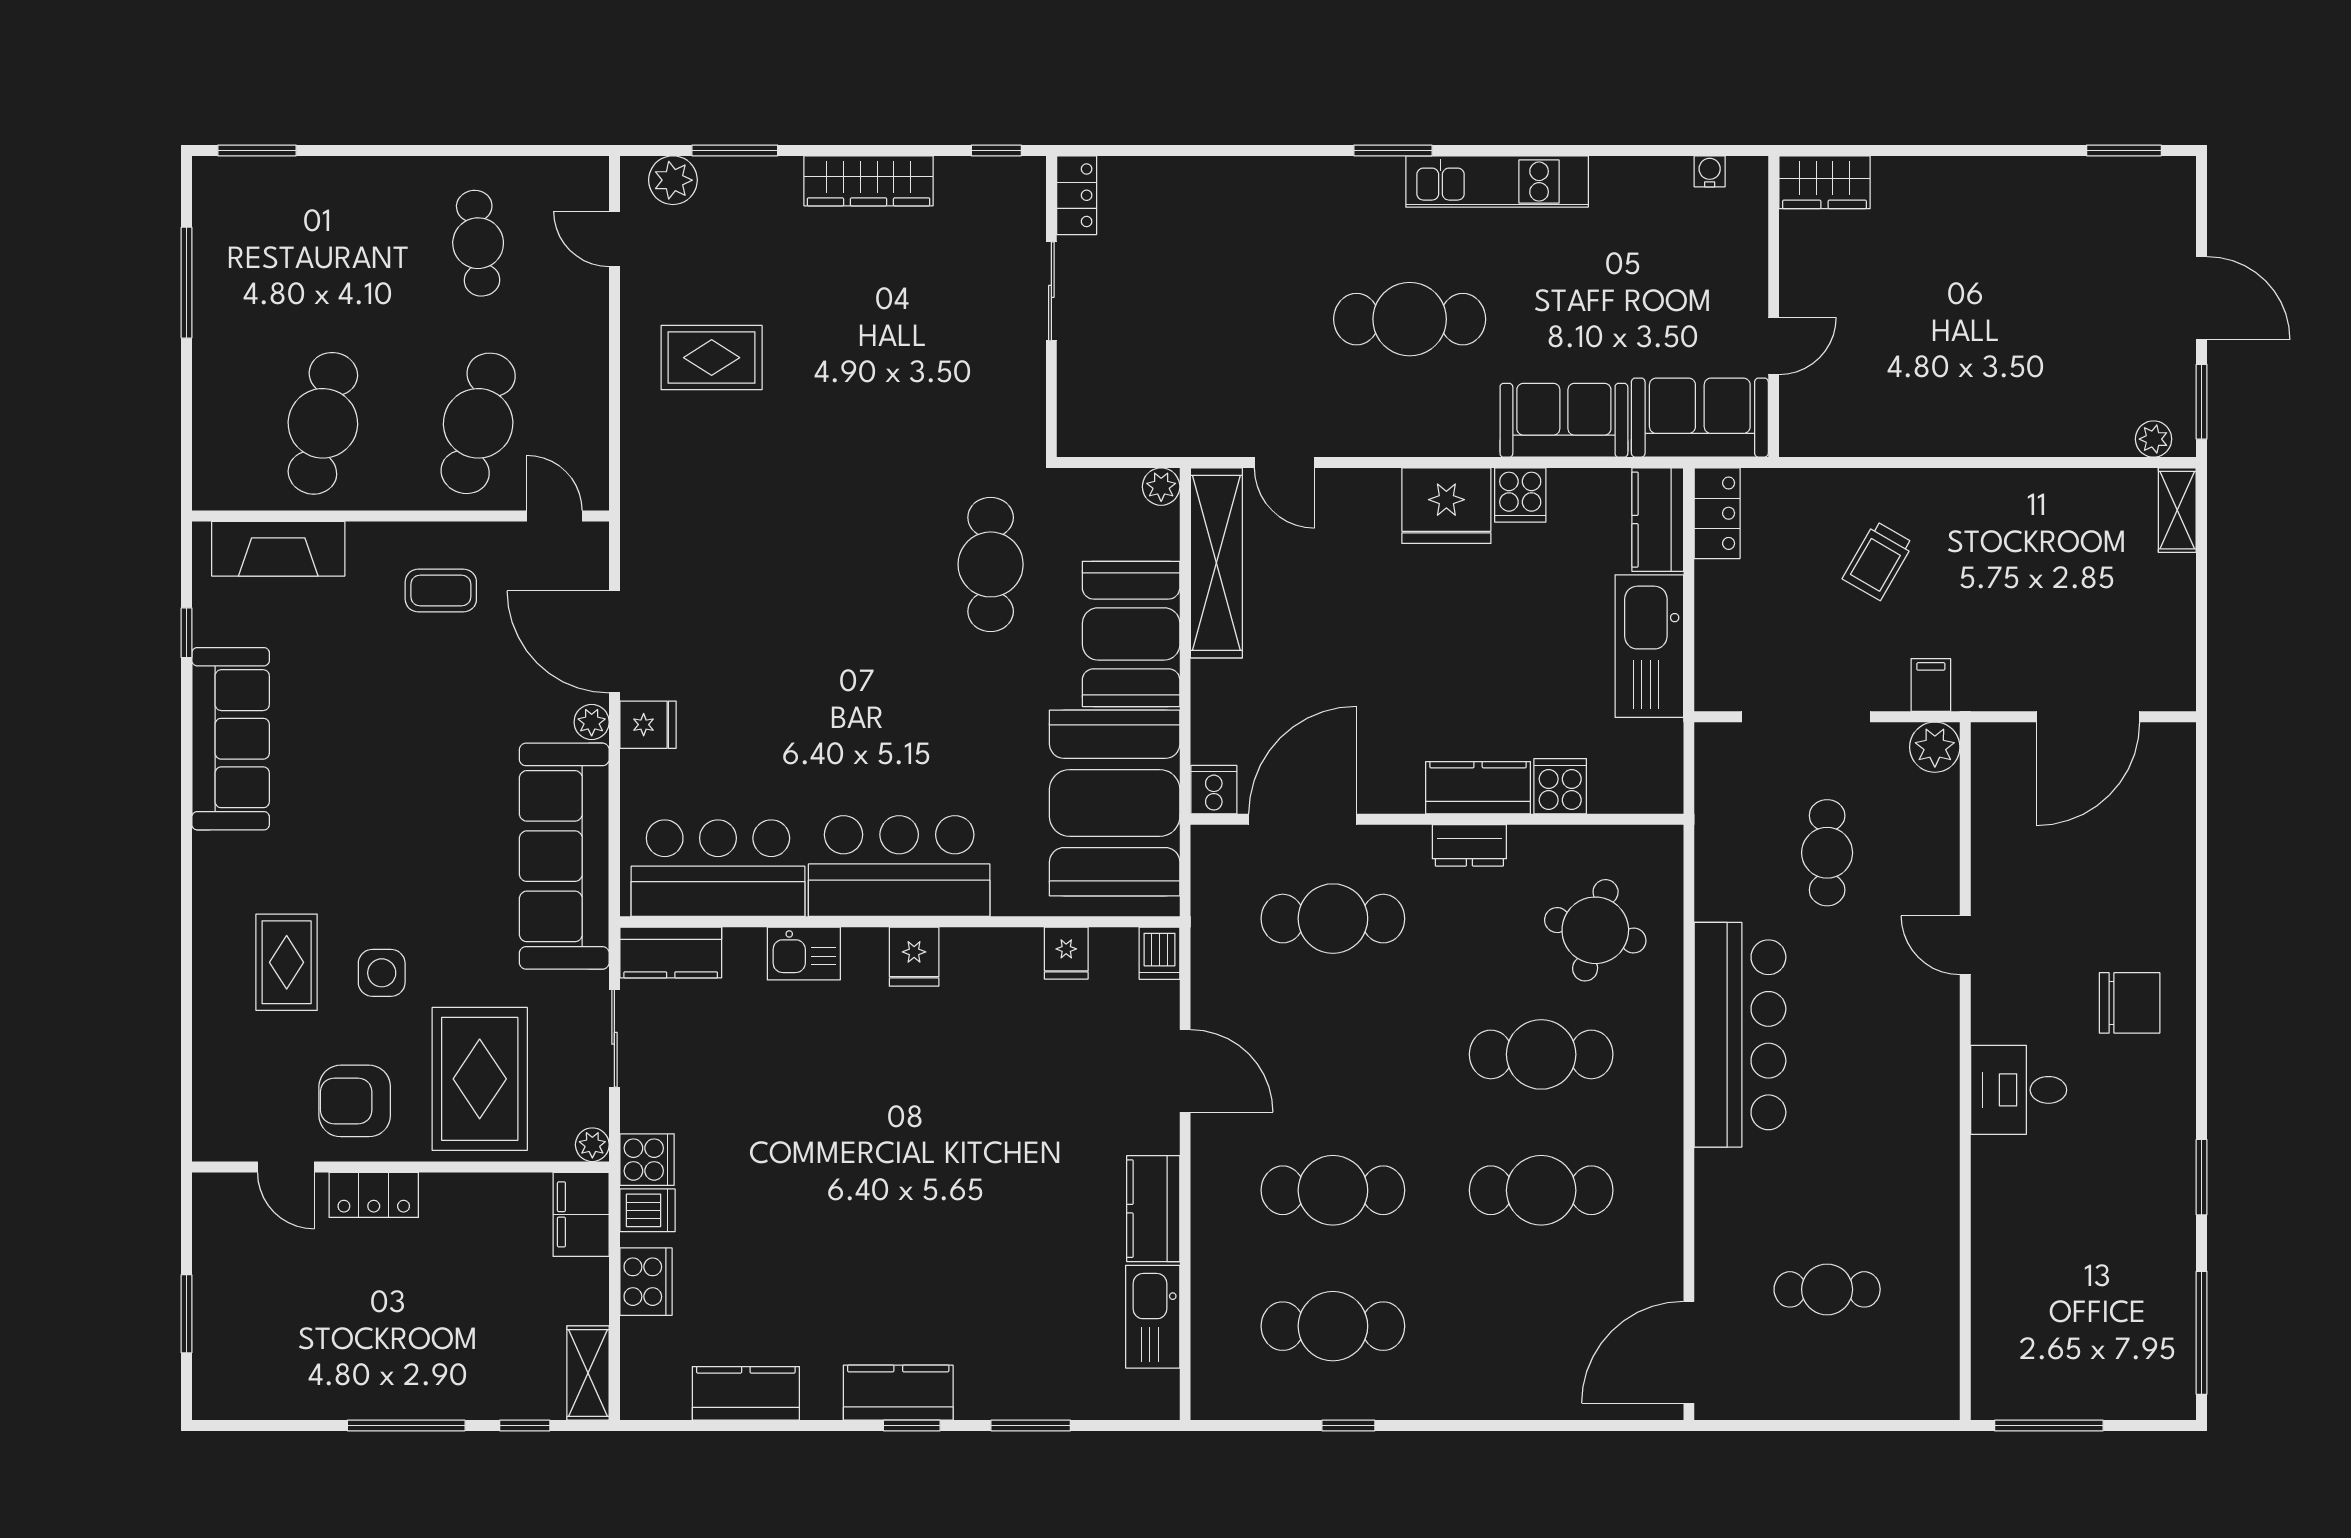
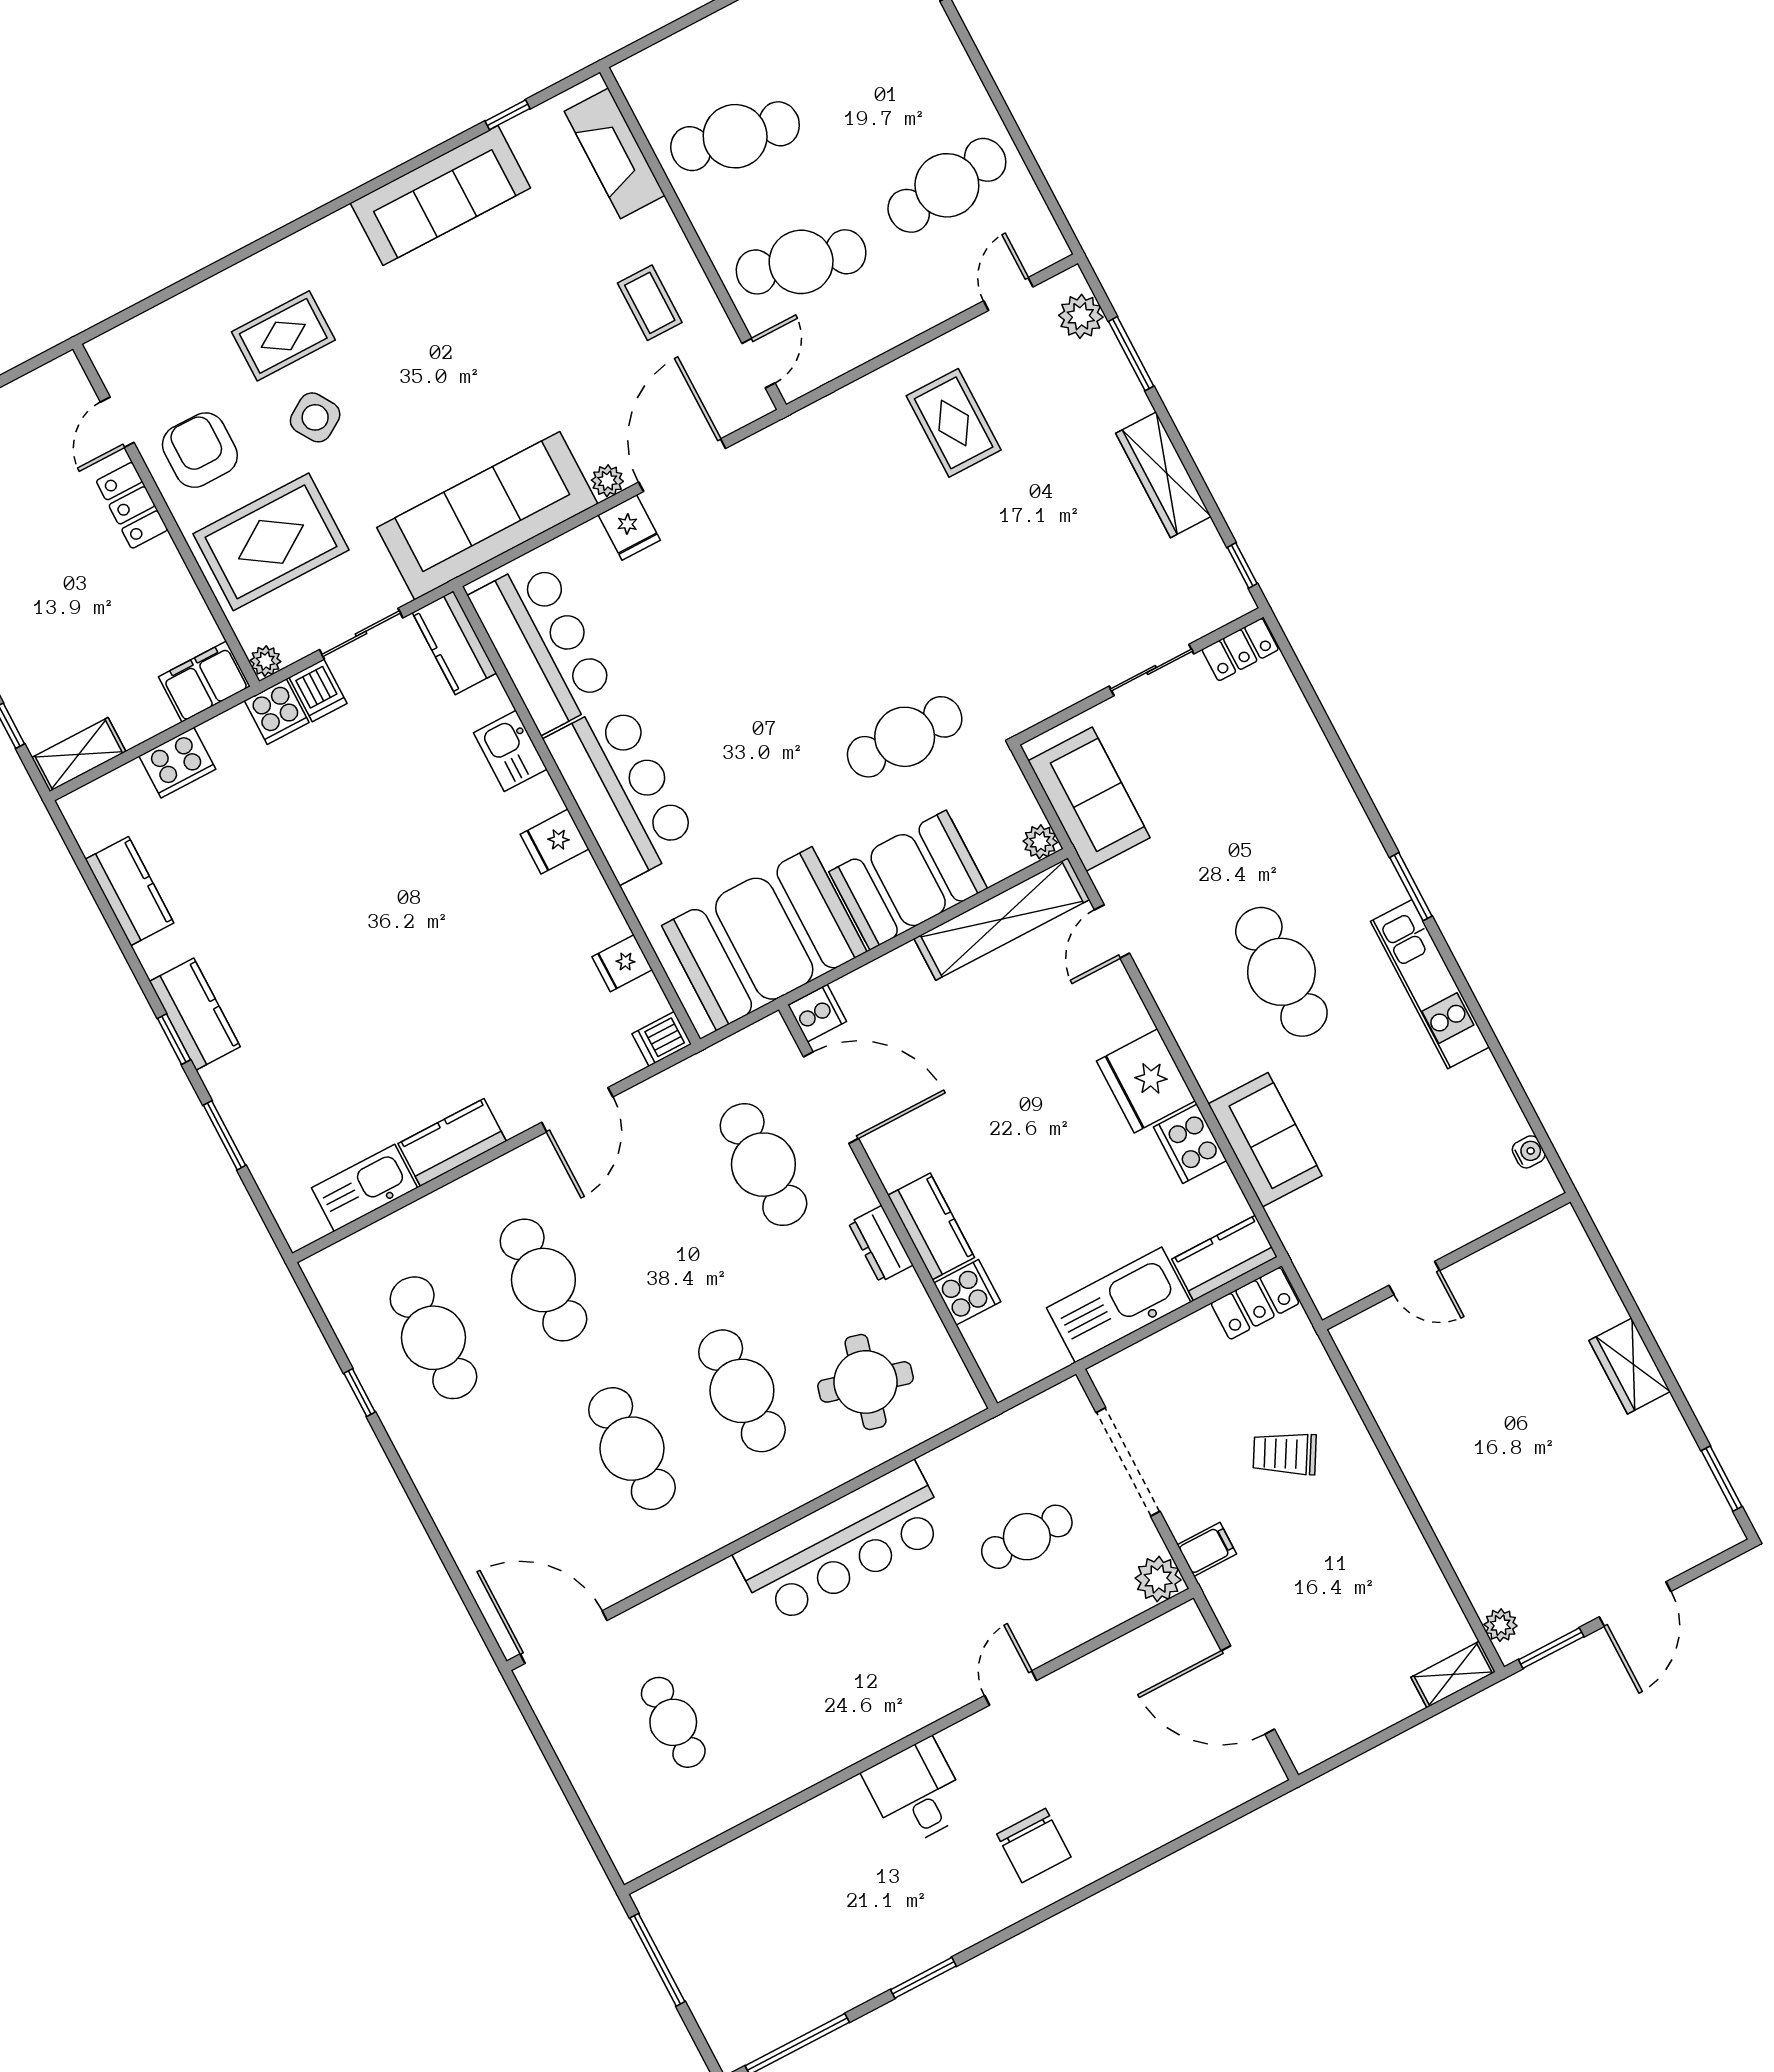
wardrobe: (1824, 182) -> (1630, 1366), moved
cafe table: (478, 243) -> (947, 185), width x1.37, depth x1.35
sofa: (1700, 418) -> (1089, 799), moved
cooker: (1520, 495) -> (1190, 1144), width x1.36
side table: (382, 973) -> (315, 417), turned -32
dishwasher: (647, 1210) -> (318, 690), moved

